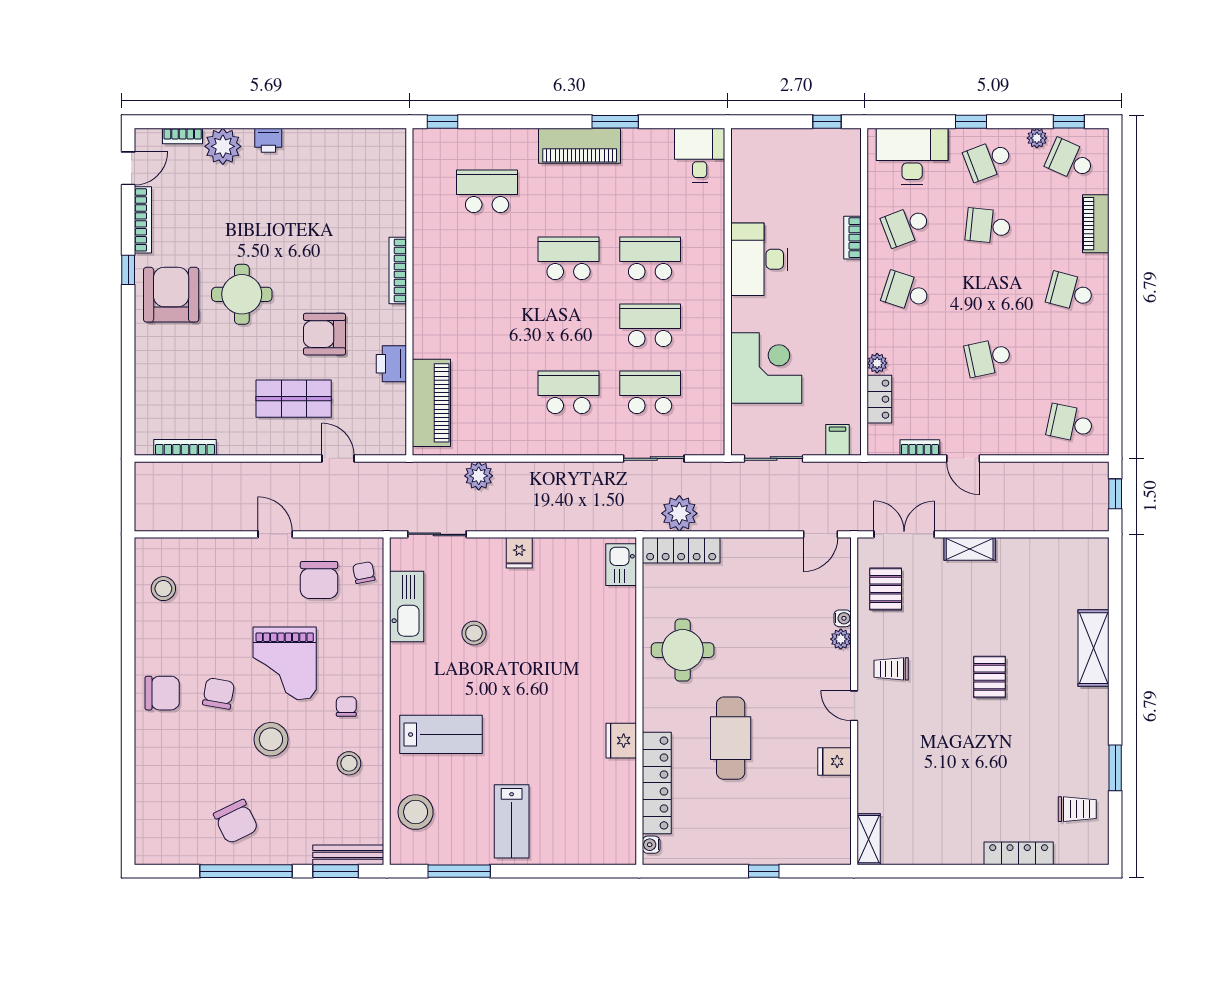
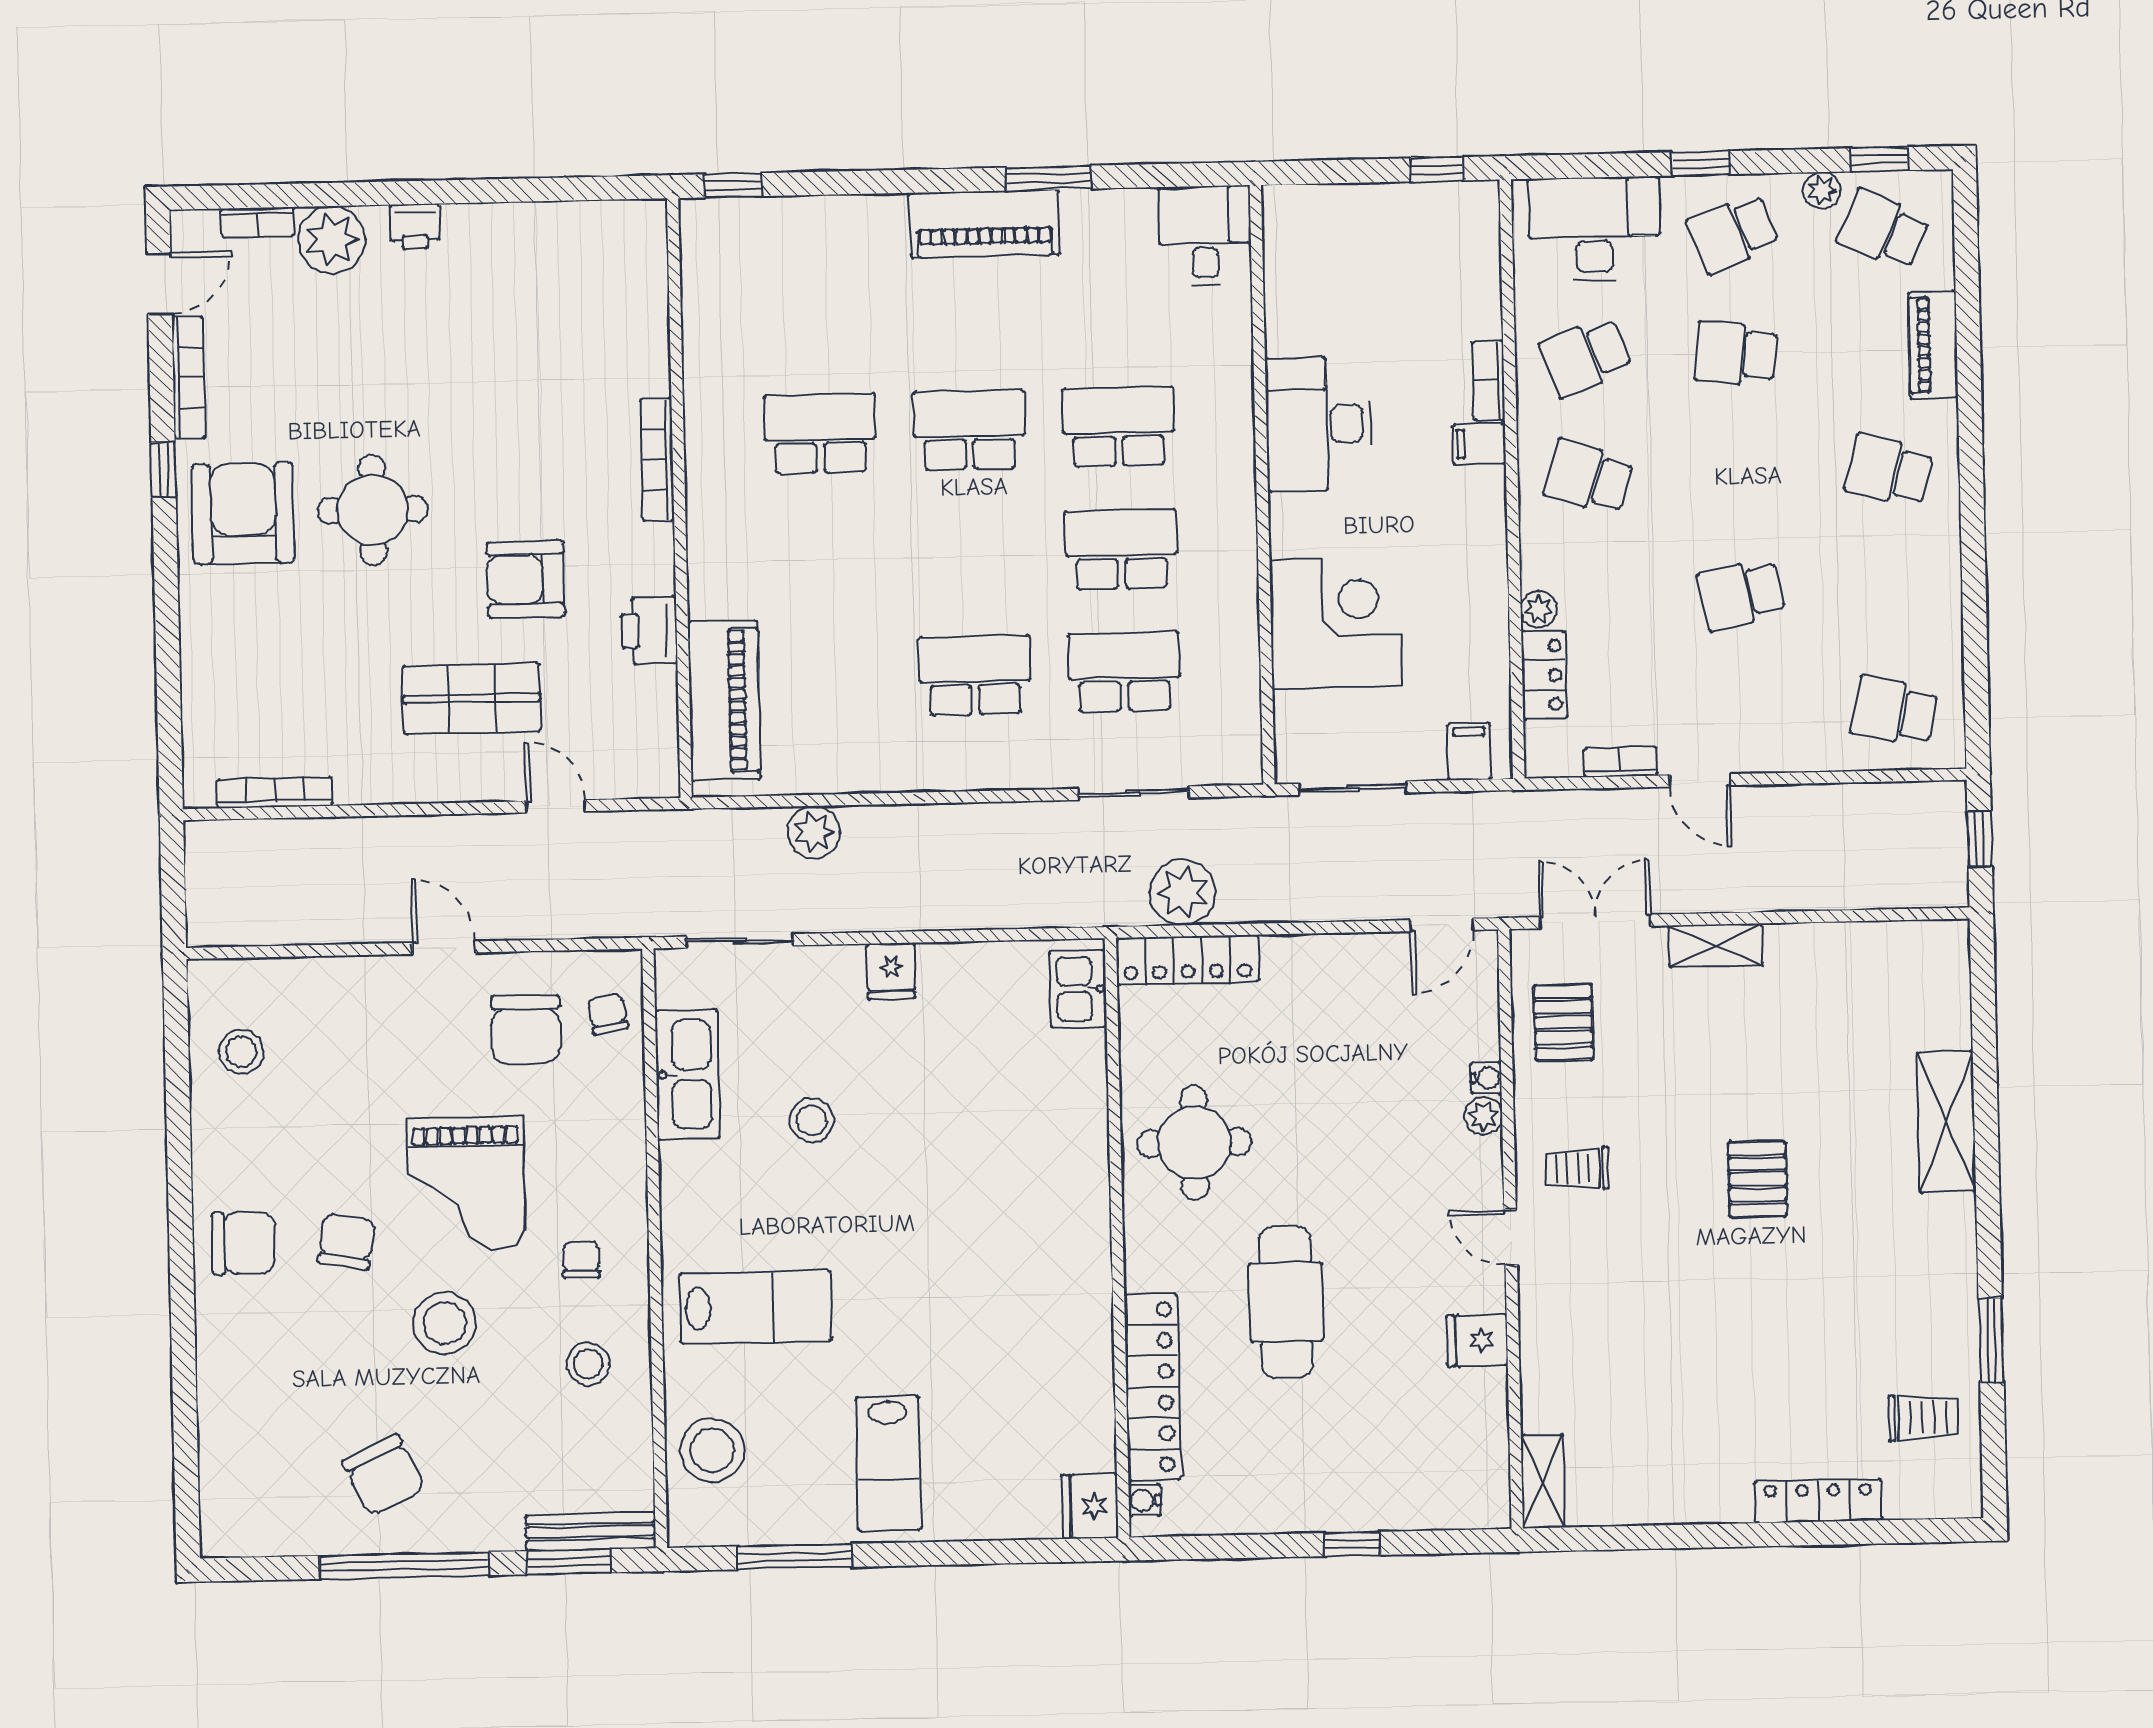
school desk: (487, 191) -> (820, 433), moved
filing cabinet: (847, 272) -> (1479, 444), added
fridge: (621, 741) -> (1090, 1506), moved

